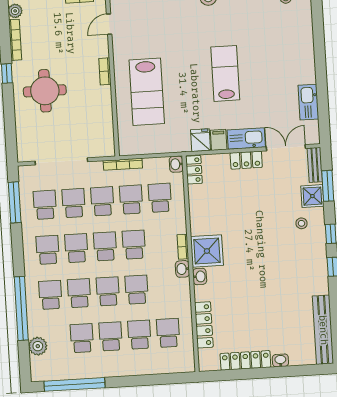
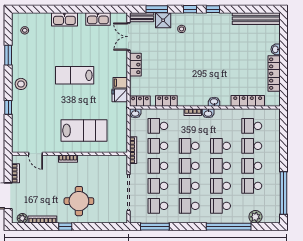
kitchen sink: (246, 139) -> (64, 19), moved, turned -90
locker: (197, 208) -> (166, 101), added
shower: (207, 251) -> (197, 96), removed

